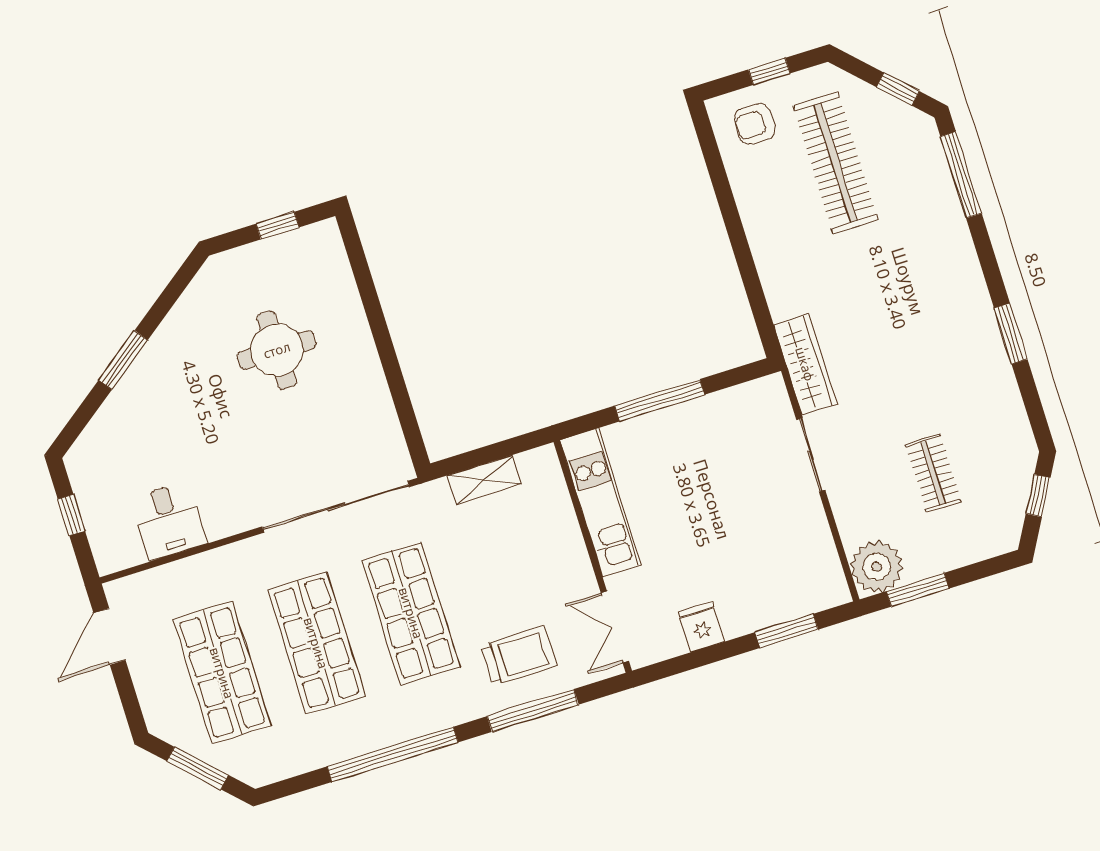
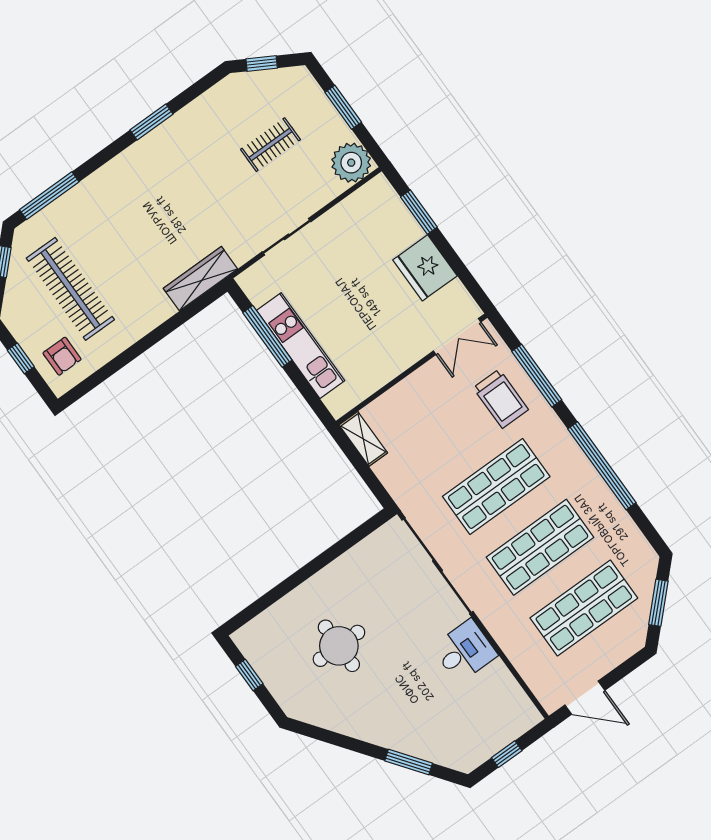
clothes rail: (836, 163) -> (70, 289), turned 90
window: (123, 360) -> (409, 762), moved
wardrobe: (805, 364) -> (200, 279), moved
window: (660, 400) -> (267, 336), moved
shelving: (484, 480) -> (363, 439), moved
kitchen unit: (600, 502) -> (301, 346), moved, turned 90
desk: (169, 521) -> (465, 651), moved
window: (918, 590) -> (343, 107), moved
fridge: (701, 627) -> (425, 268), width x1.88, depth x1.34
trolley: (519, 656) -> (501, 399), turned 180

